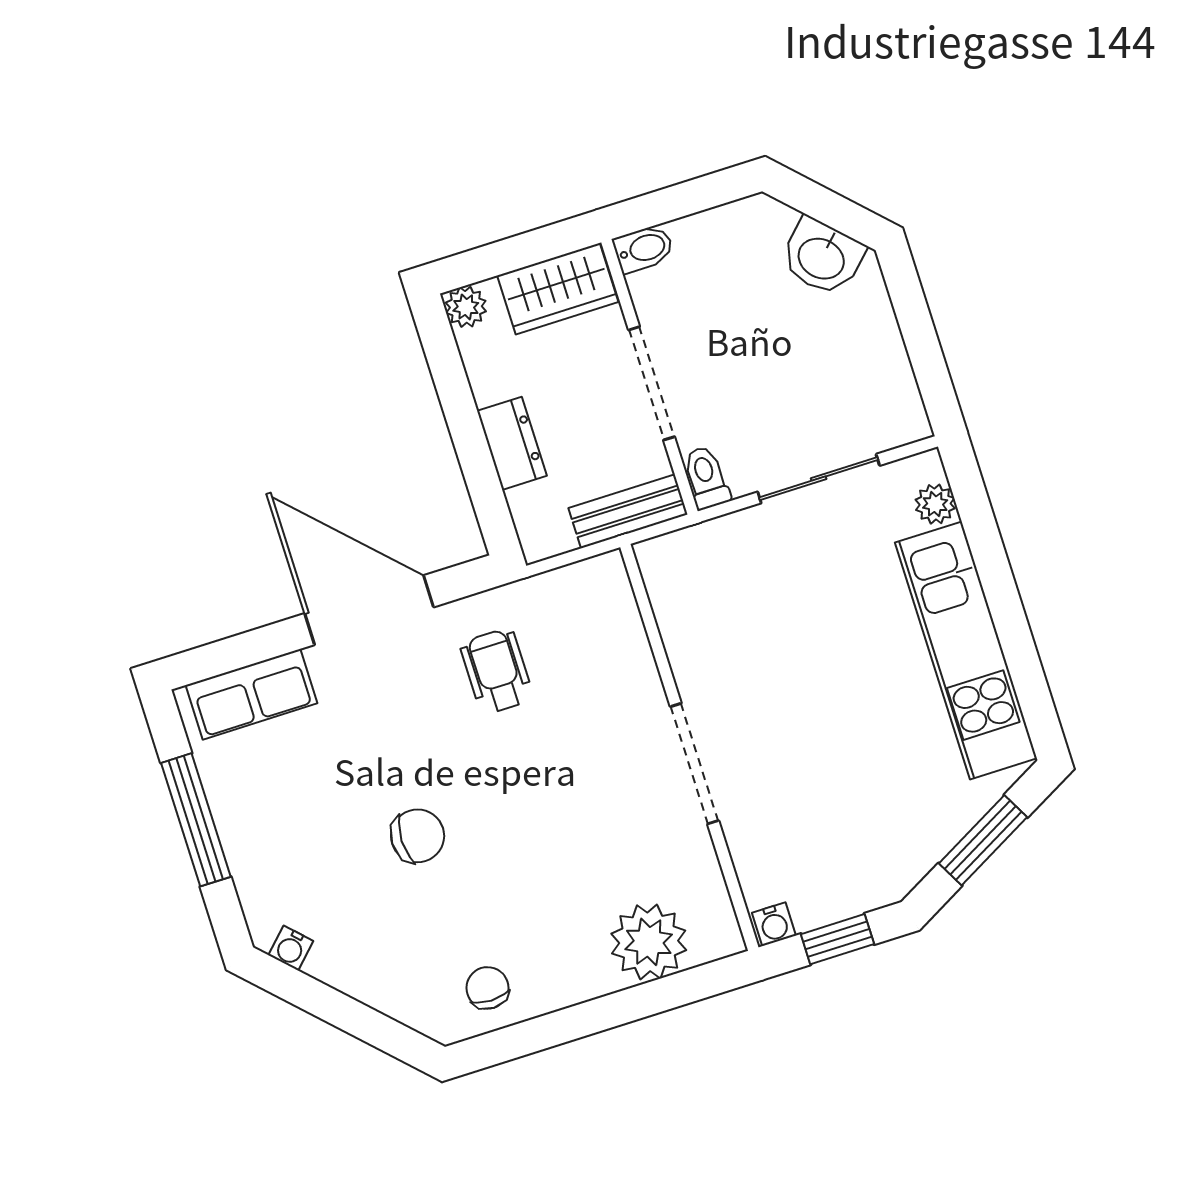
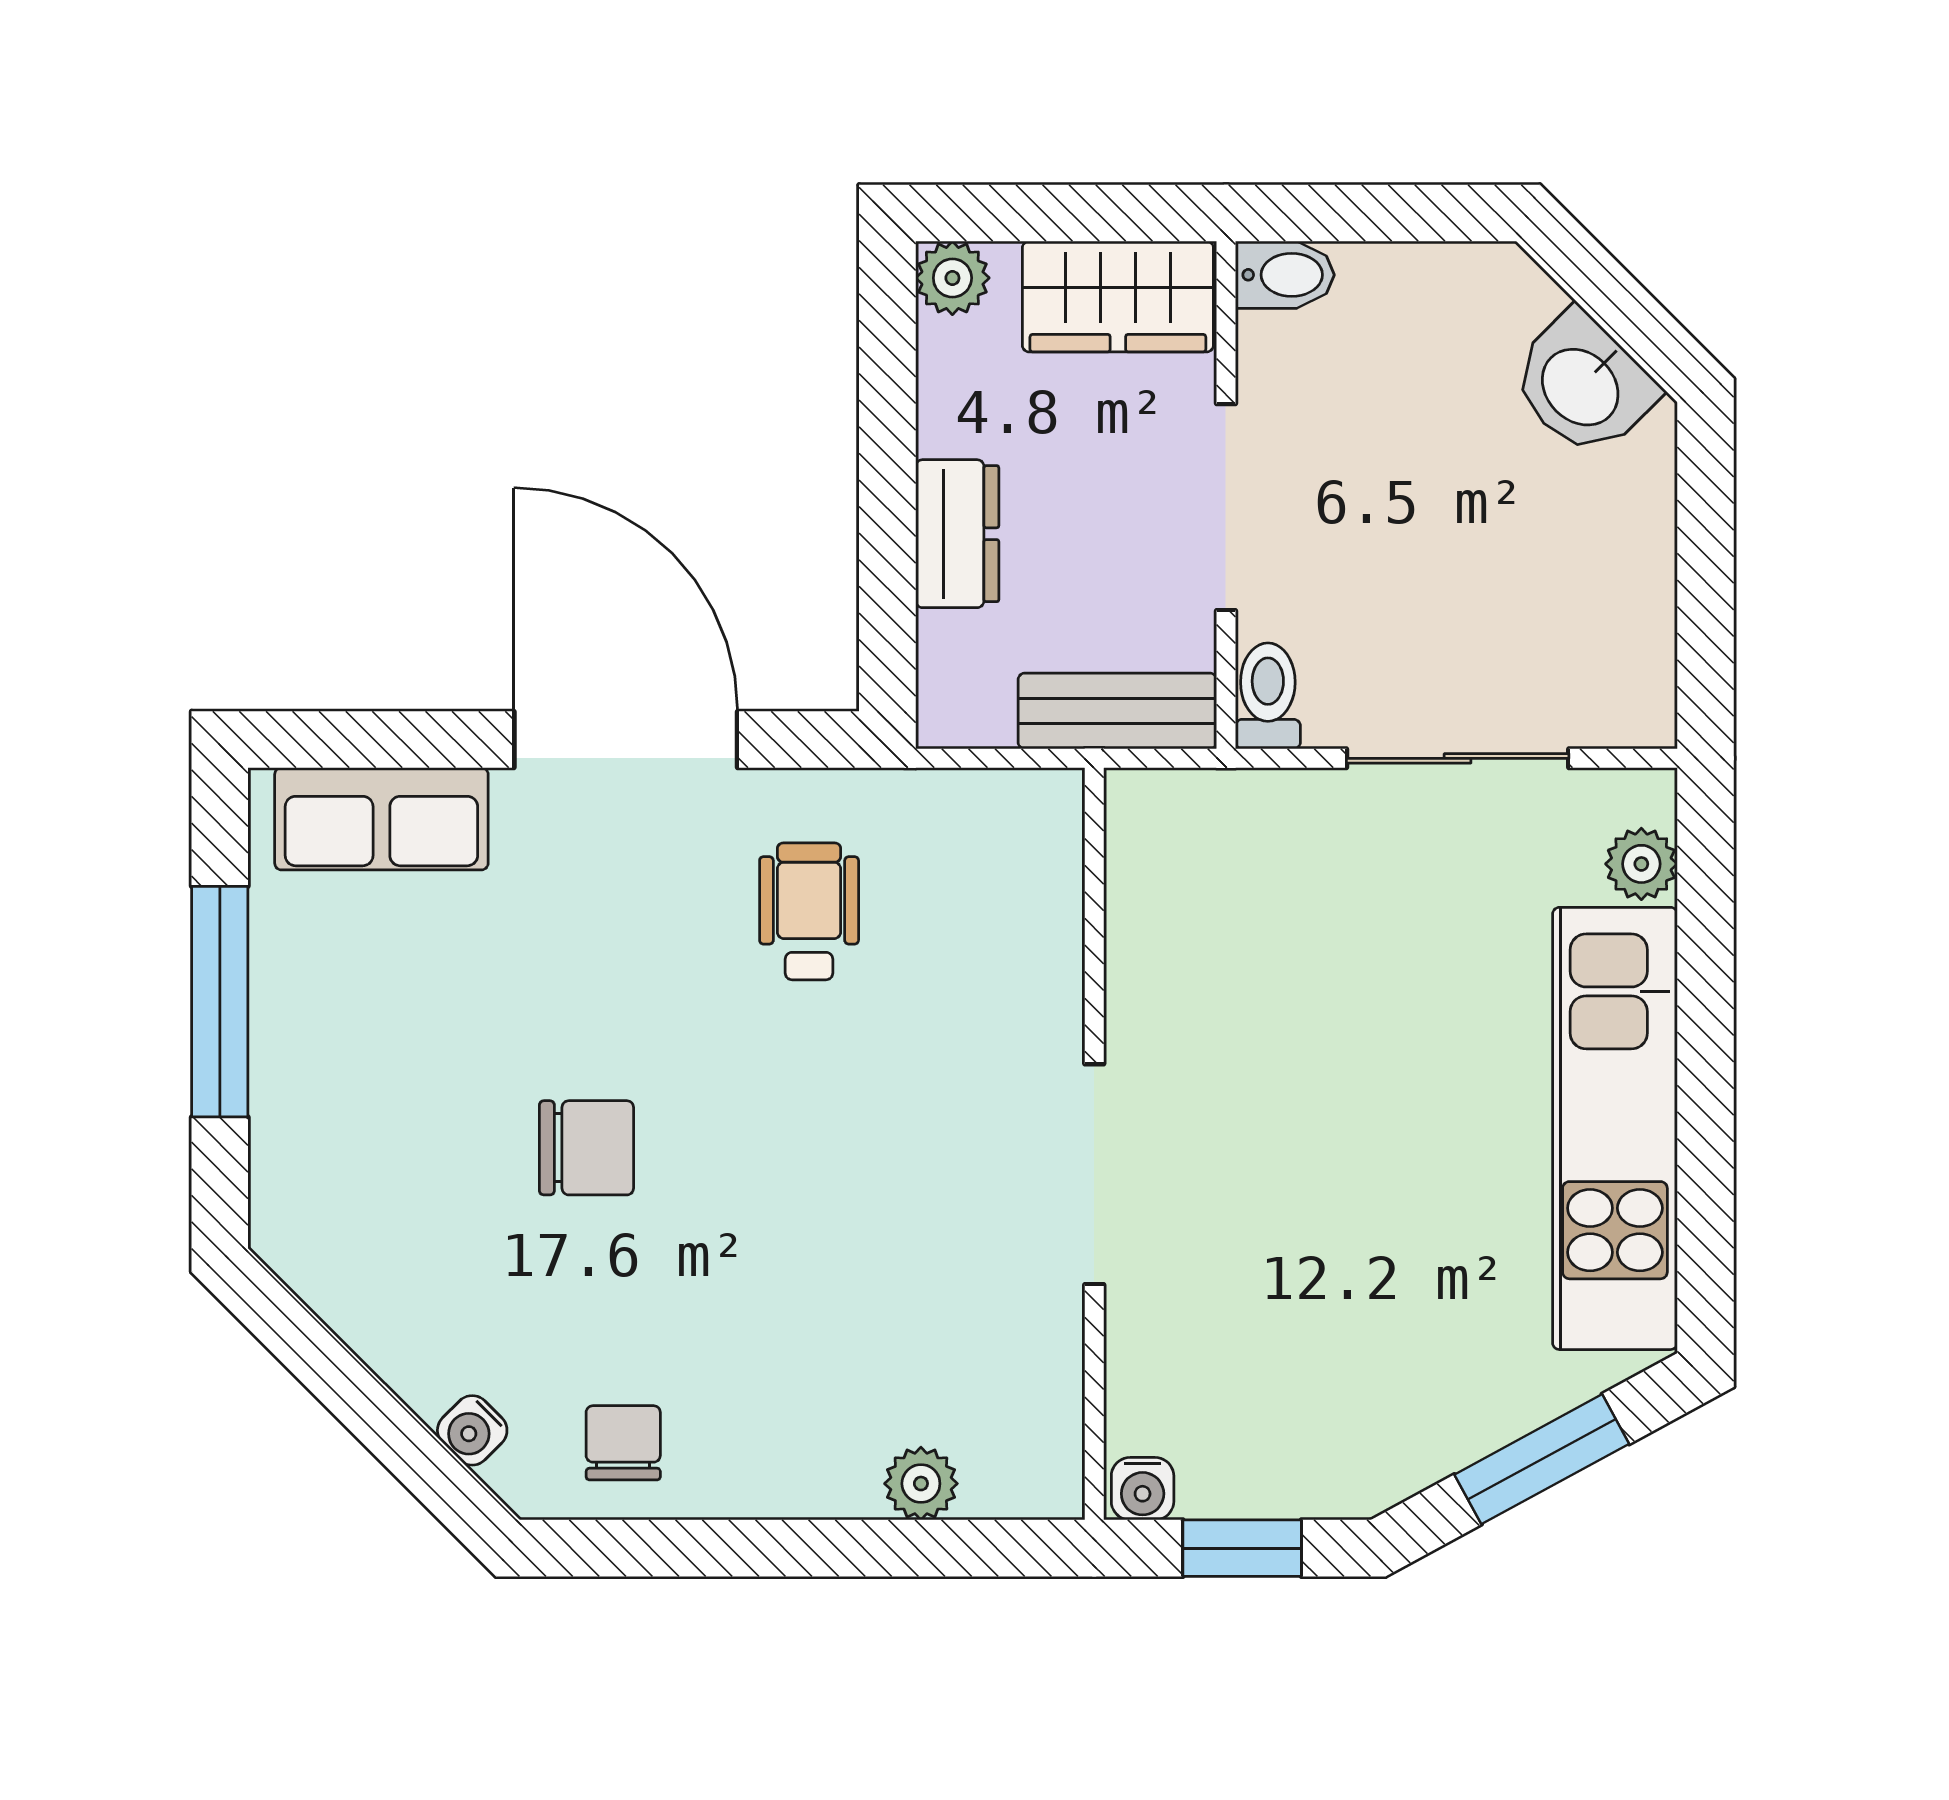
plant: (649, 942) -> (921, 1484), width x0.53, depth x0.53
water cooler: (291, 948) -> (472, 1430), moved

